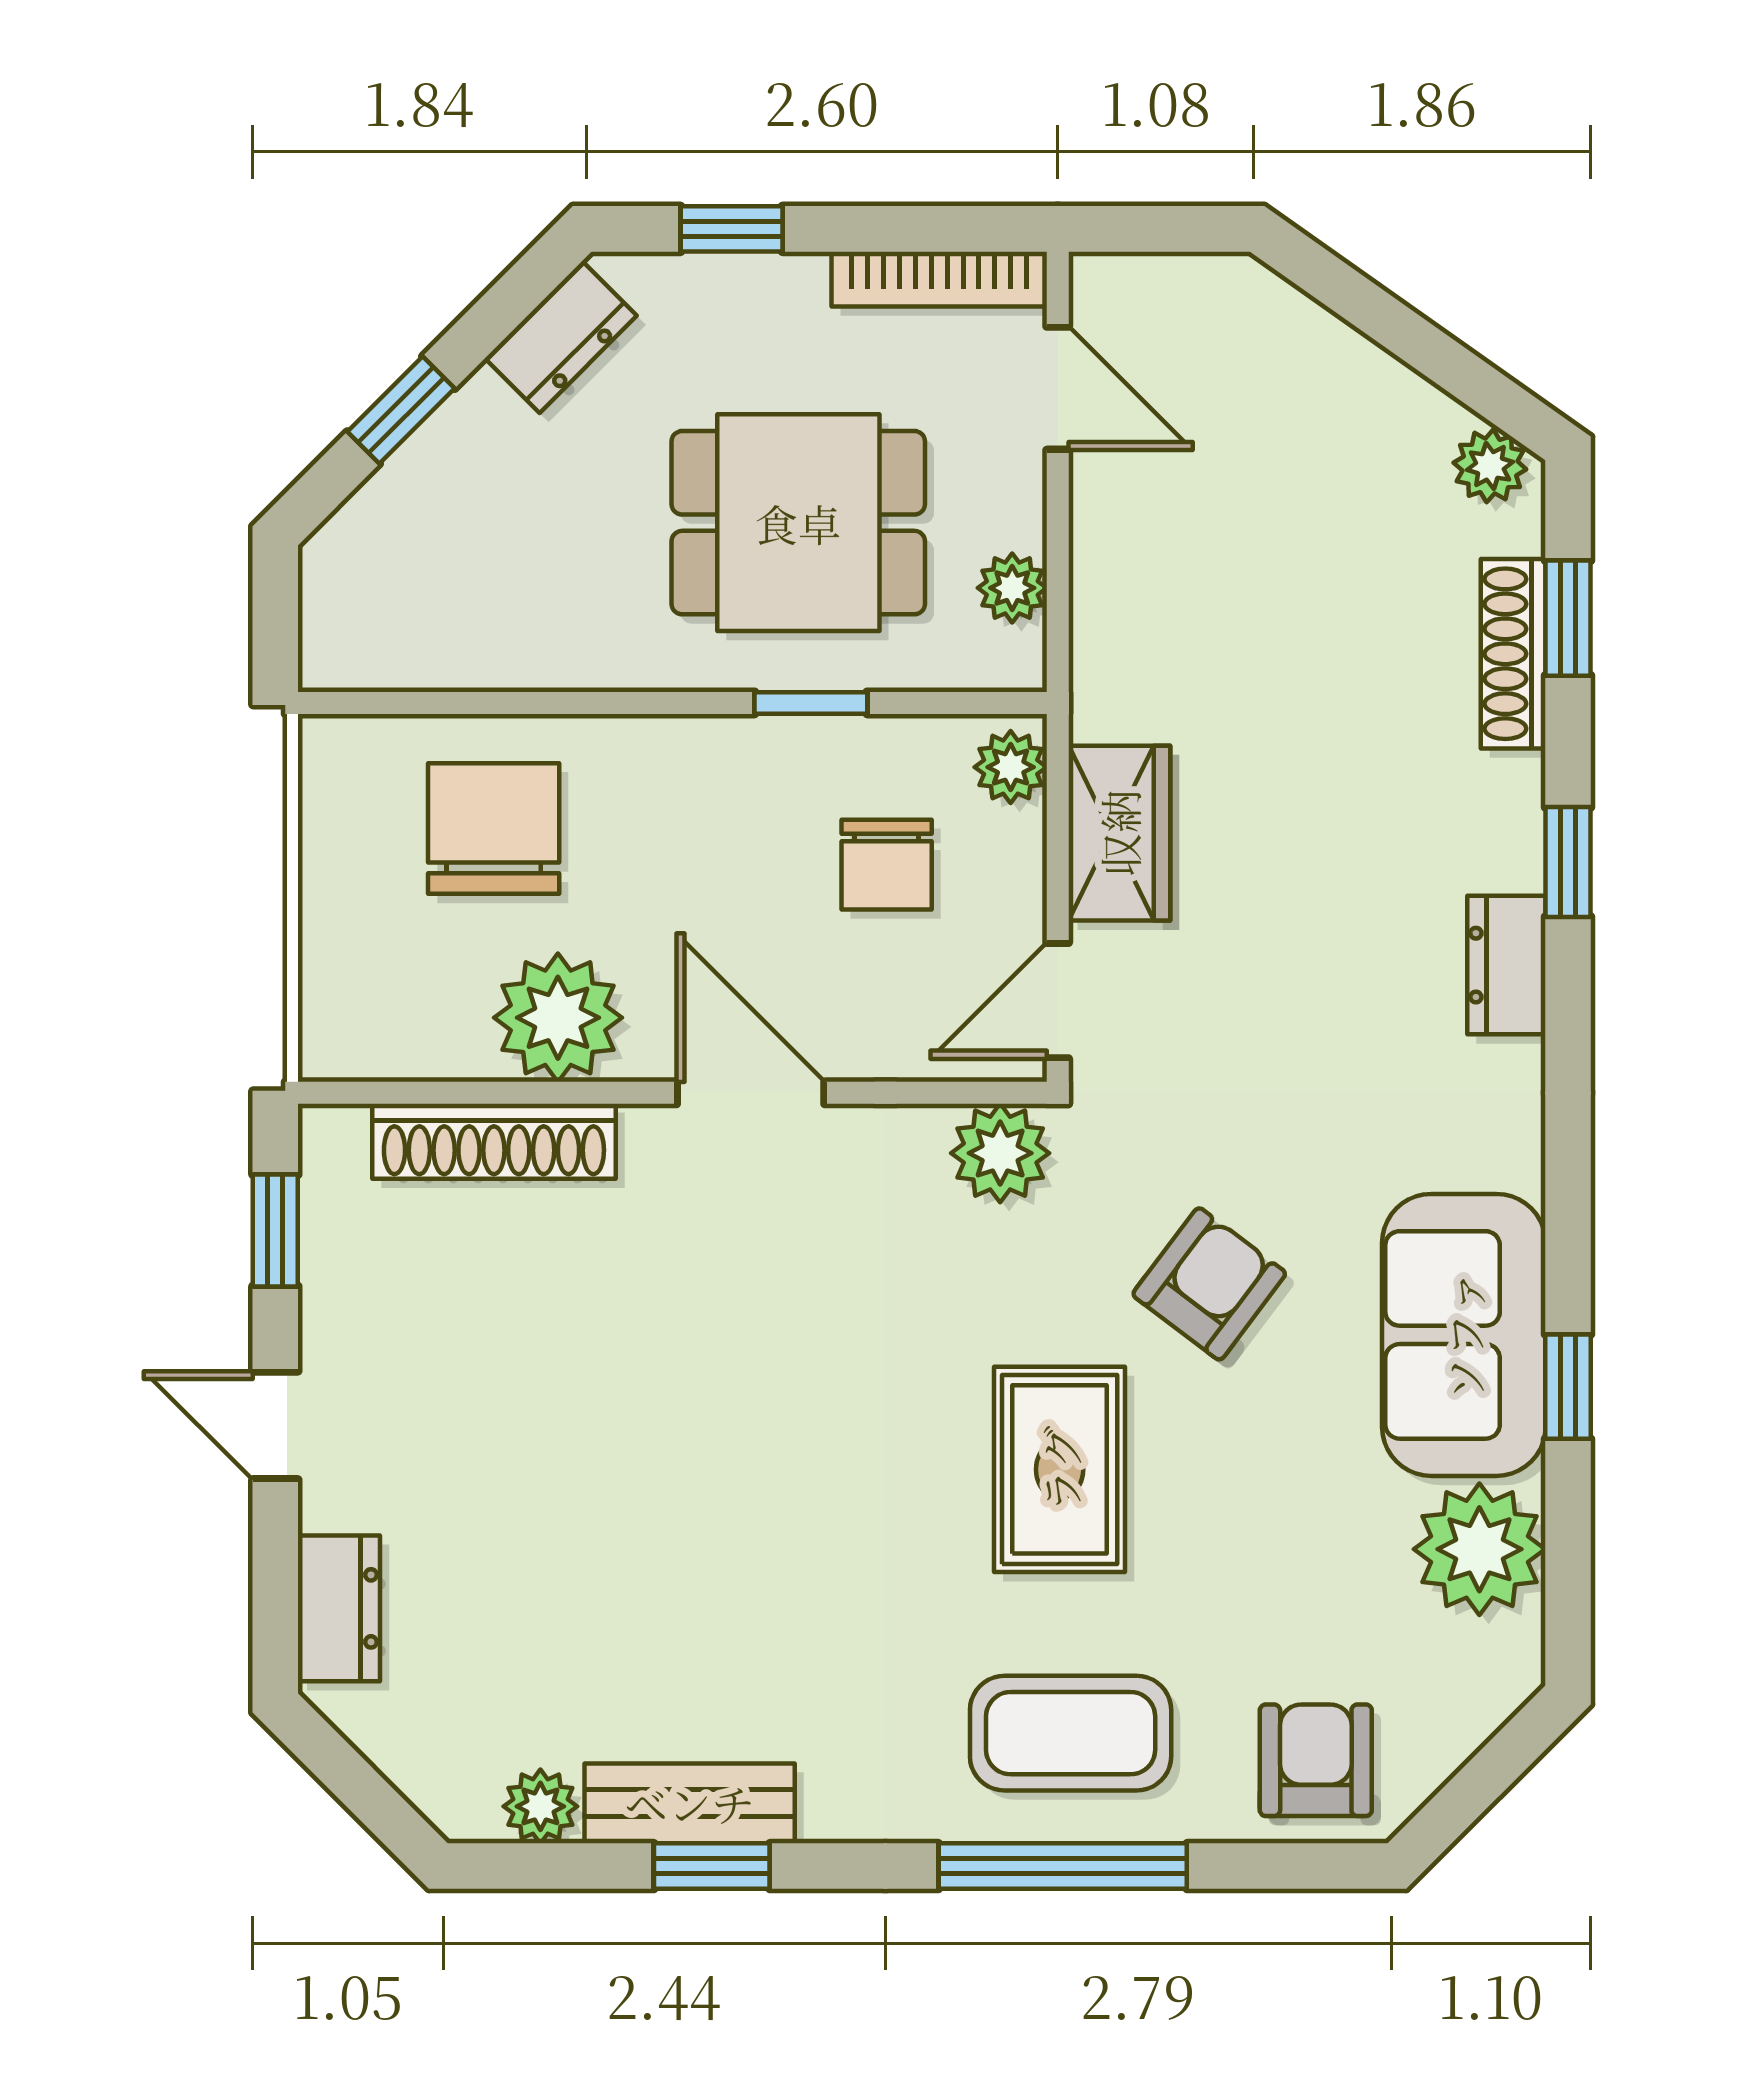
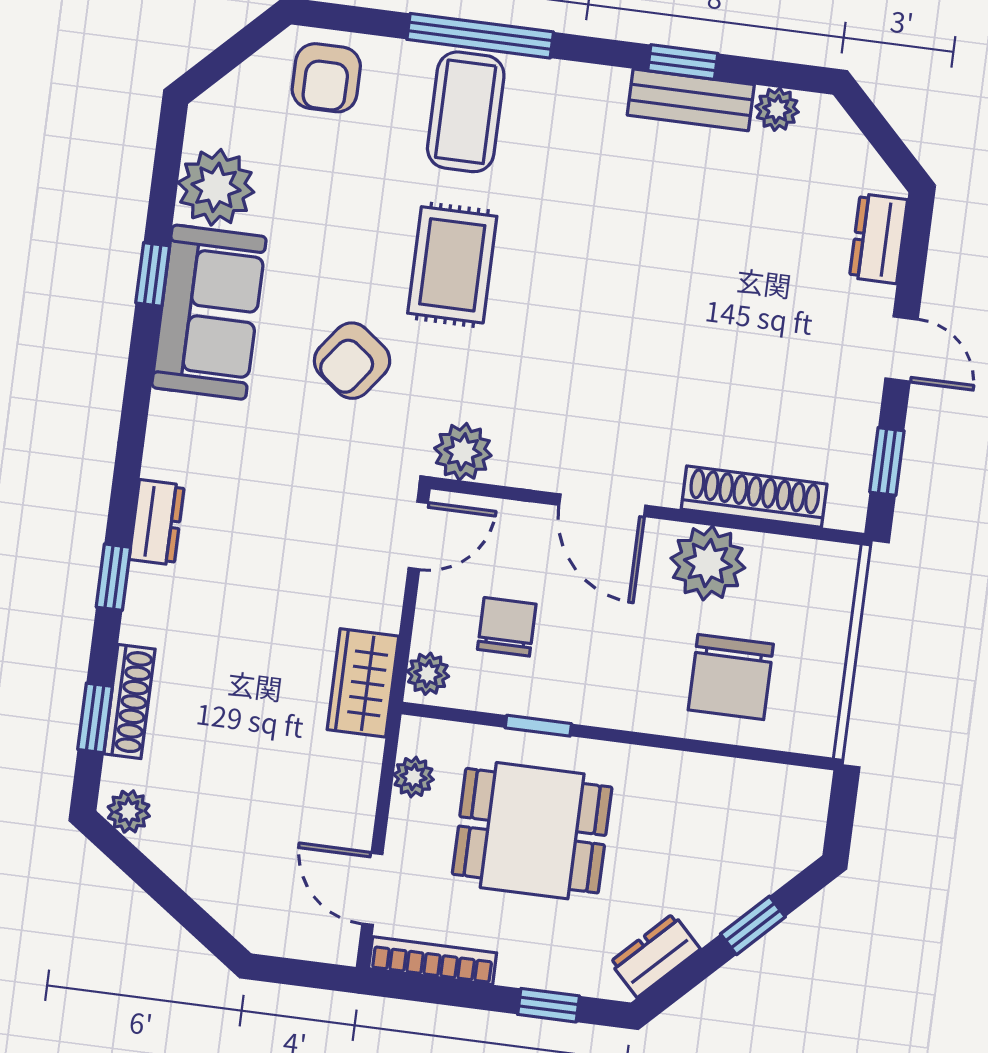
wardrobe: (1119, 833) -> (363, 683), moved
coffee table: (1071, 1733) -> (466, 112), turned 90

